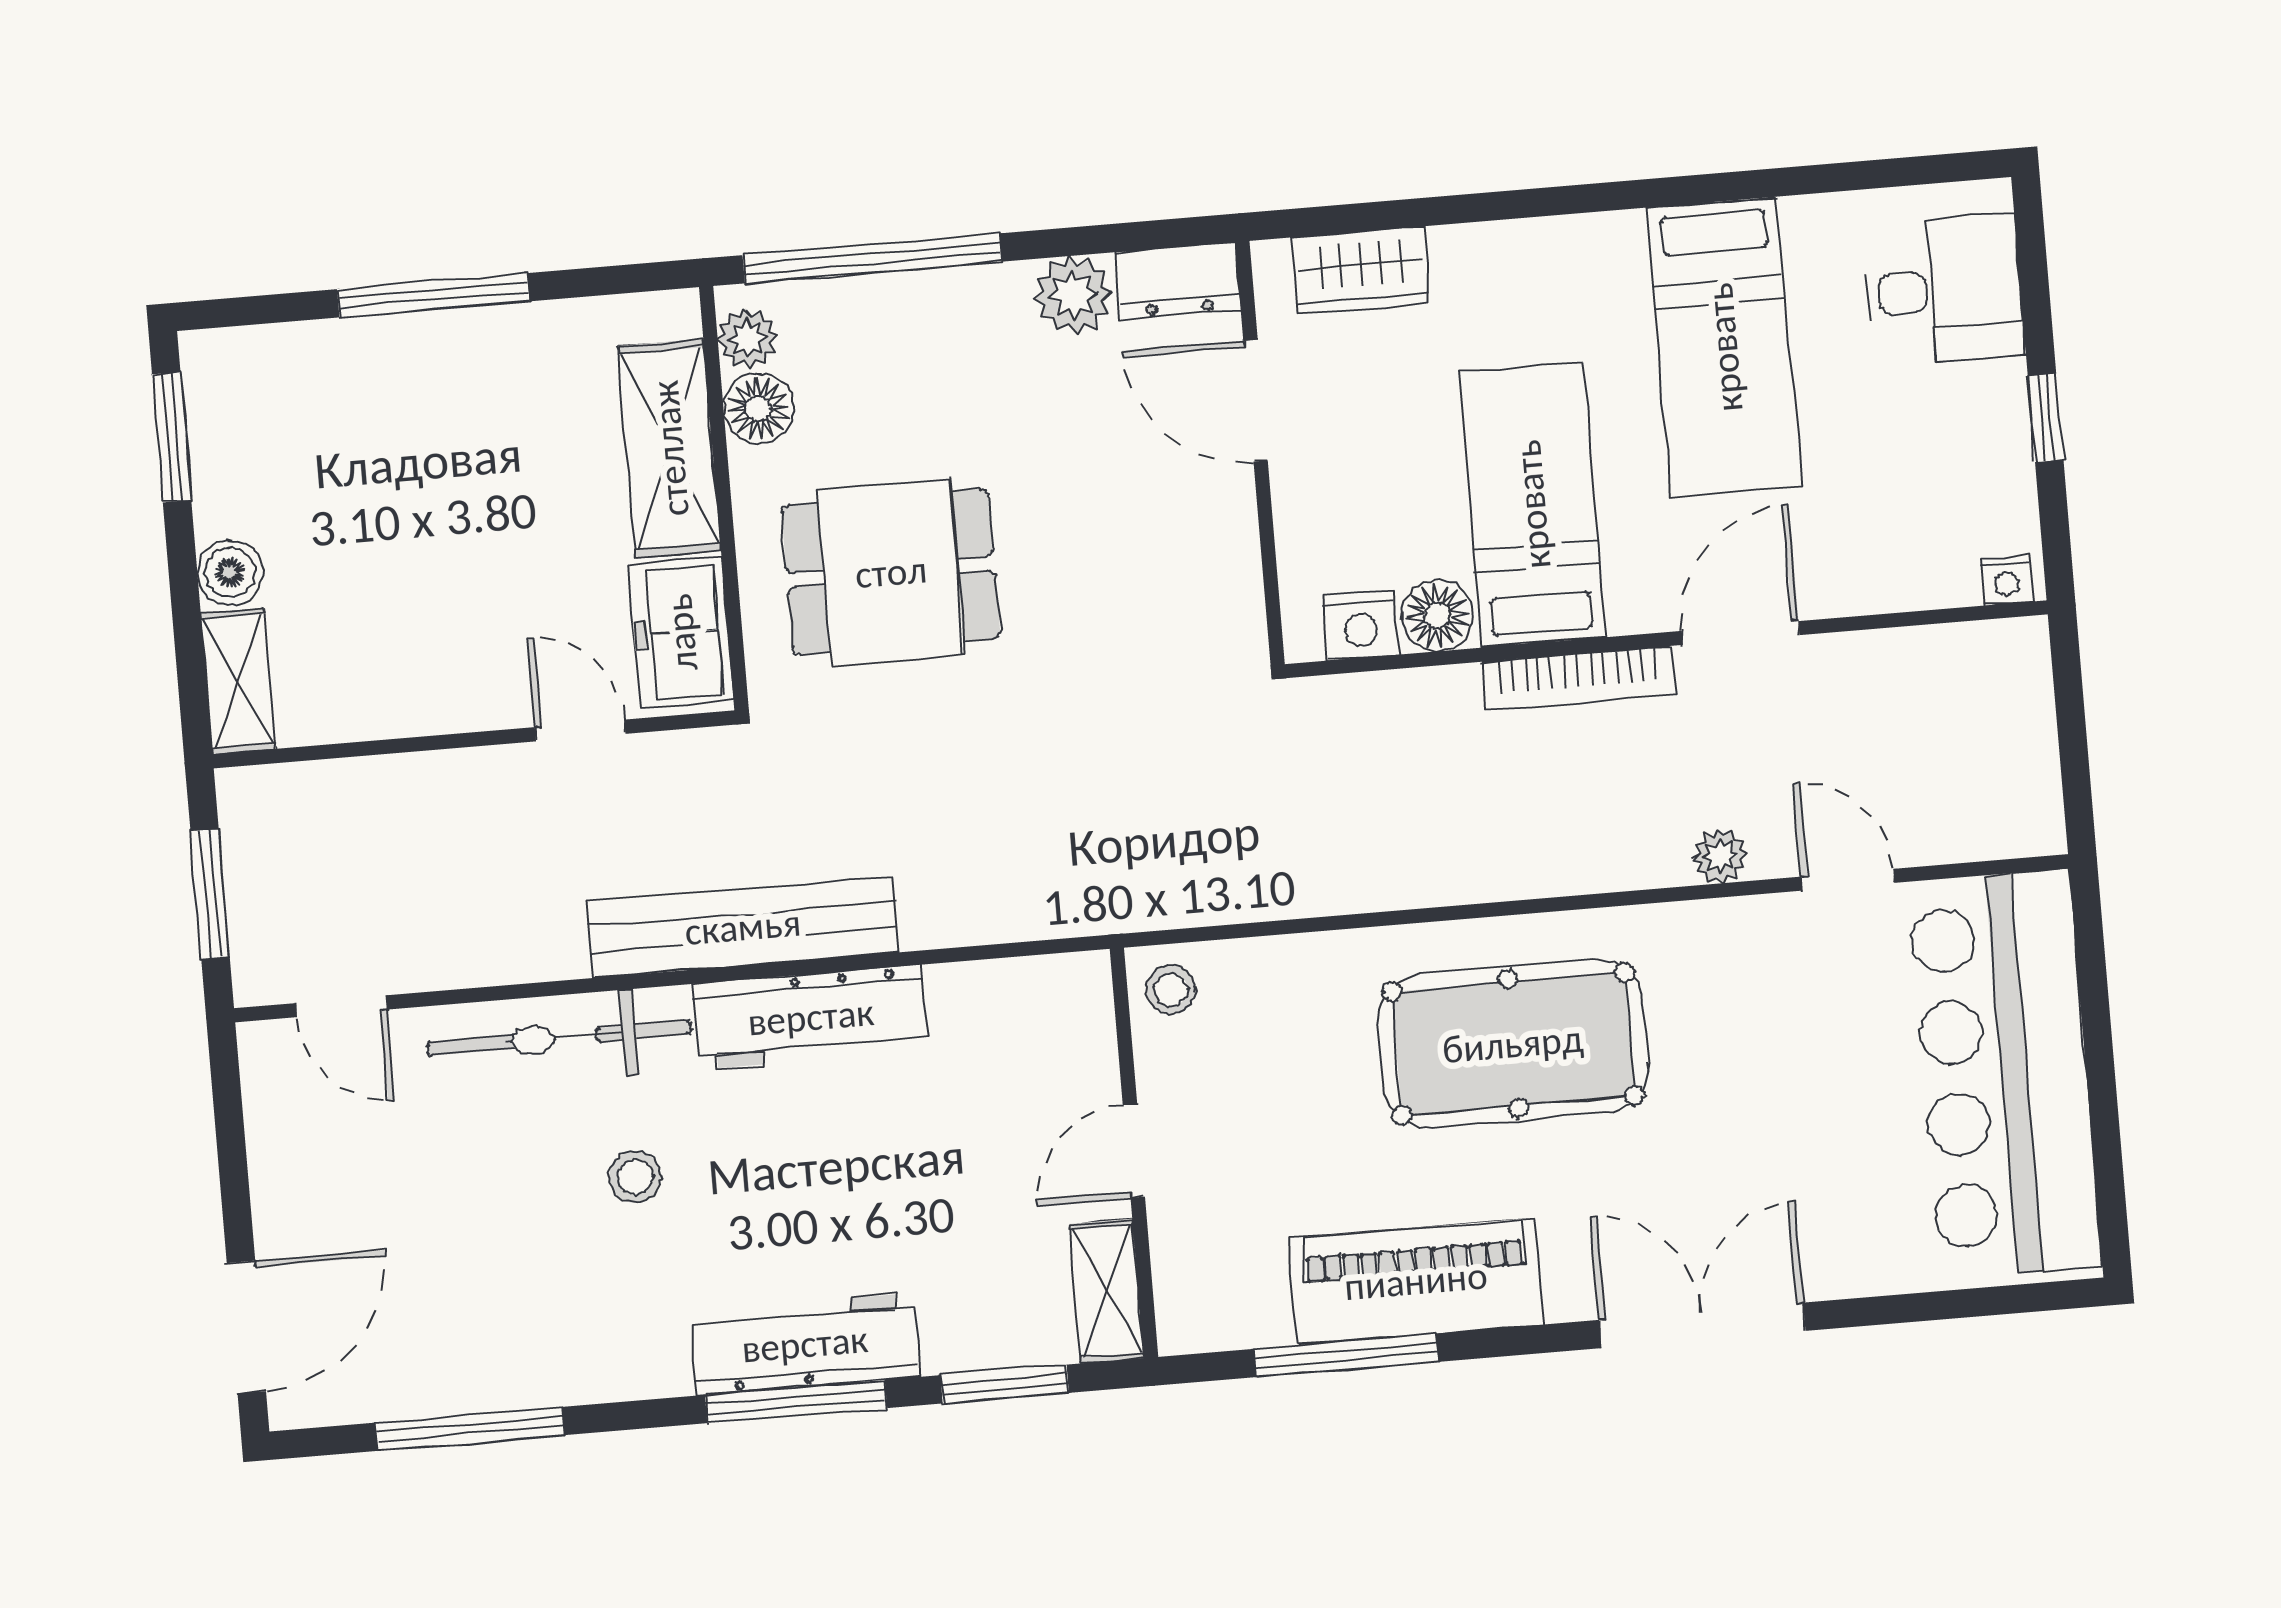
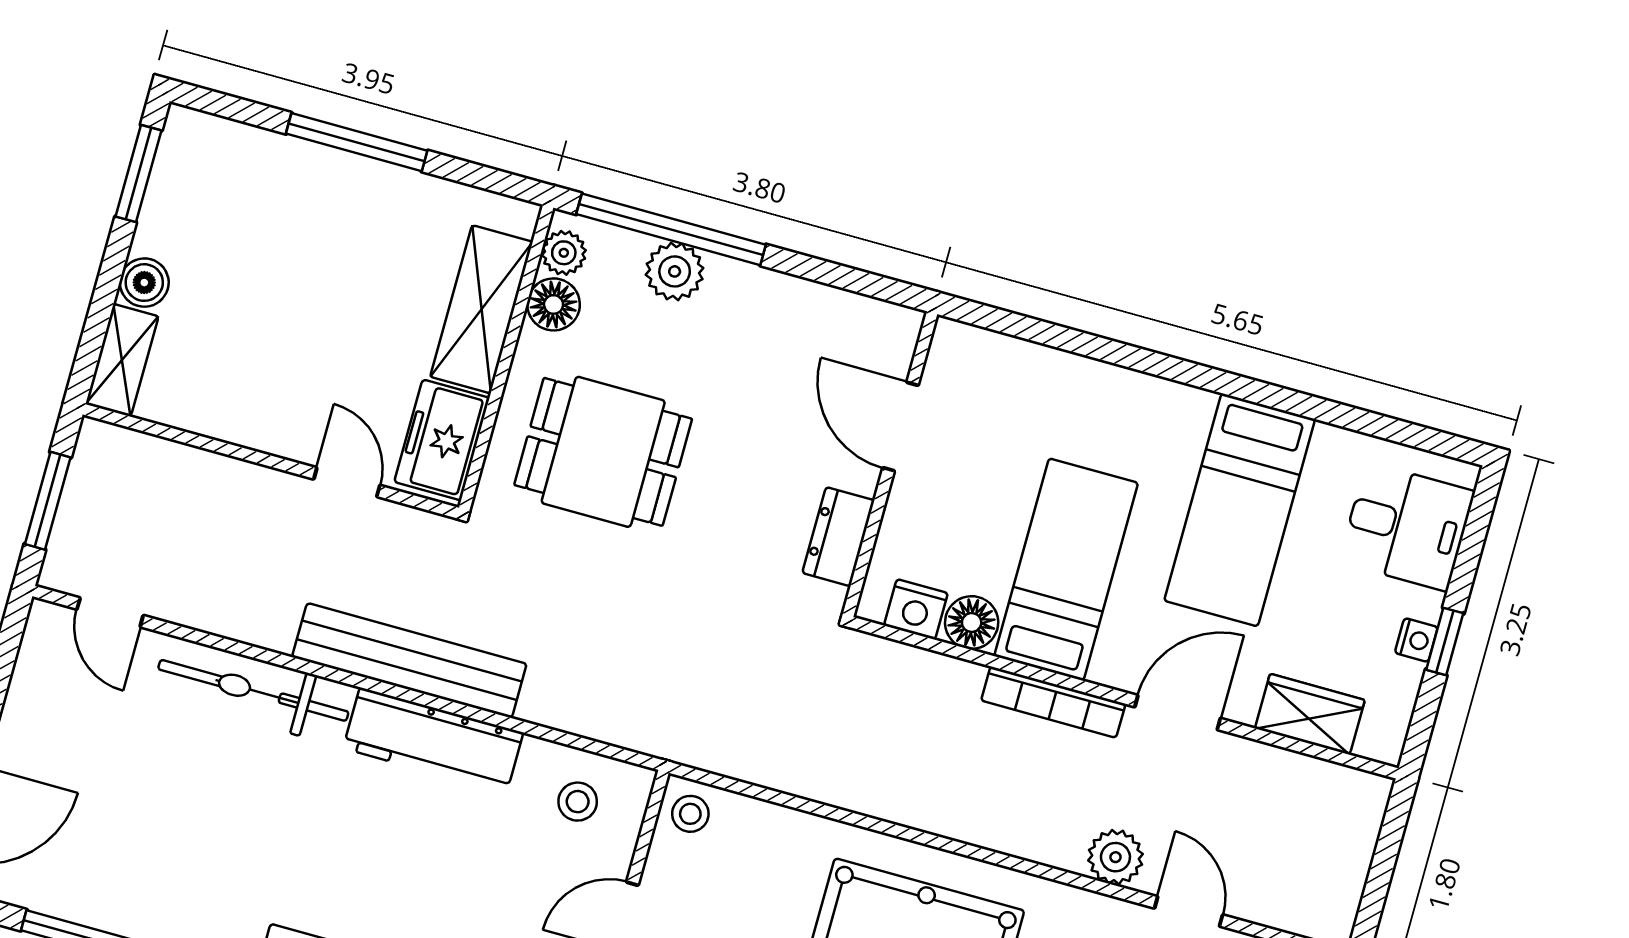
wardrobe: (1361, 270) -> (1310, 714), moved, turned 180
dresser: (1178, 281) -> (838, 537), moved, turned 90
plant: (1073, 295) -> (675, 271), moved
nightstand: (2007, 580) -> (1416, 640), moved, turned -90
plant: (1720, 856) -> (1115, 857), width x1.38, depth x1.38
stool: (635, 1177) -> (578, 802), moved

